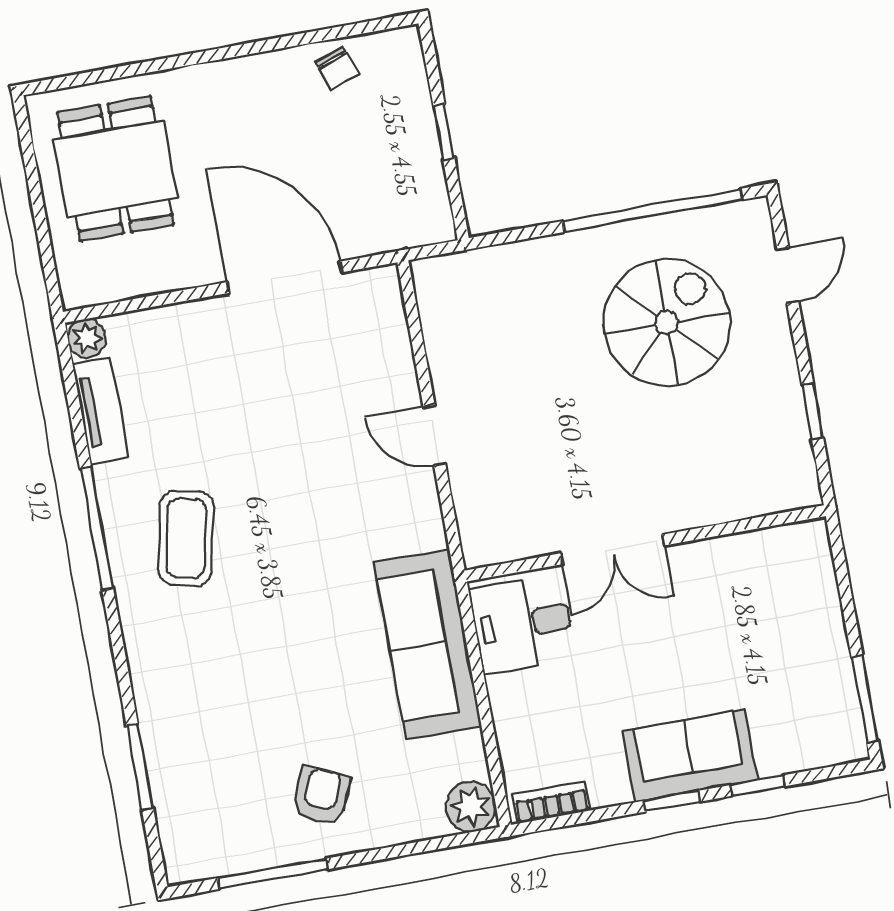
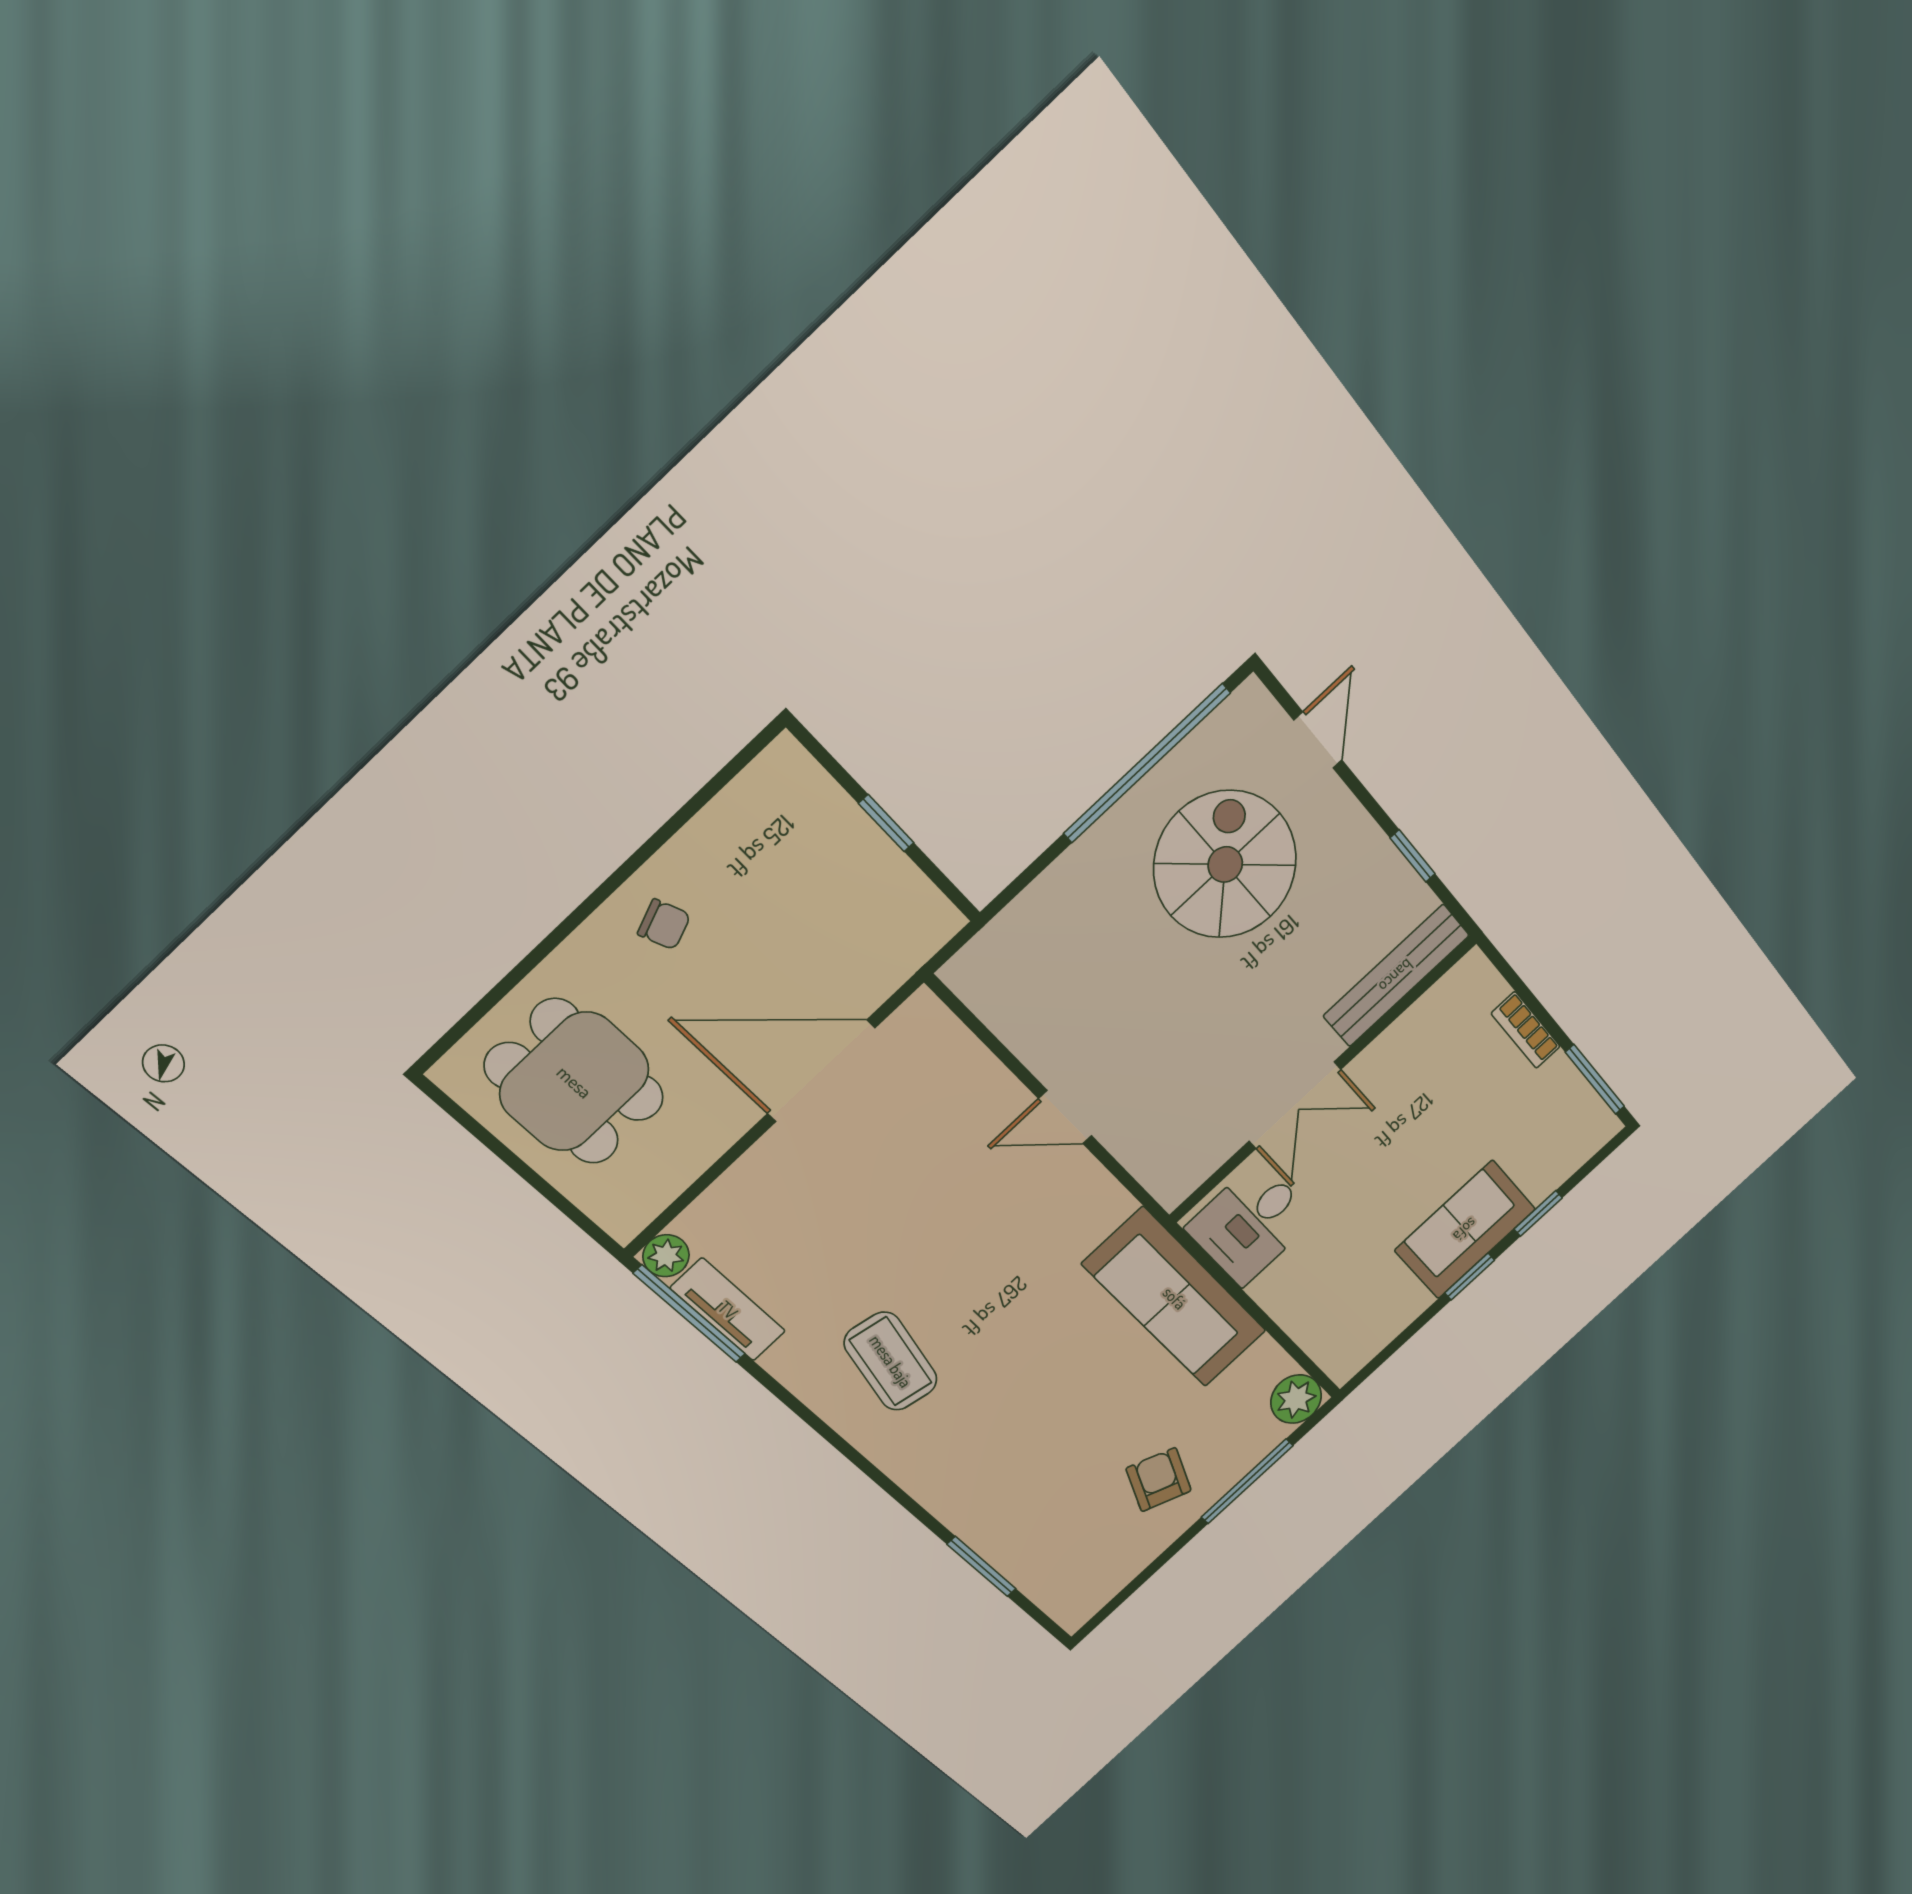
chair: (337, 69) -> (664, 924), moved
bench: (749, 498) -> (1396, 976), added
window: (97, 528) -> (690, 1314), moved
bookcase: (551, 802) -> (1526, 1030), moved, turned -90
window: (273, 874) -> (1247, 1481), moved

